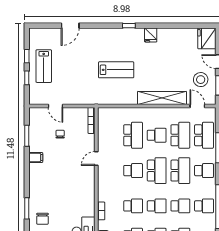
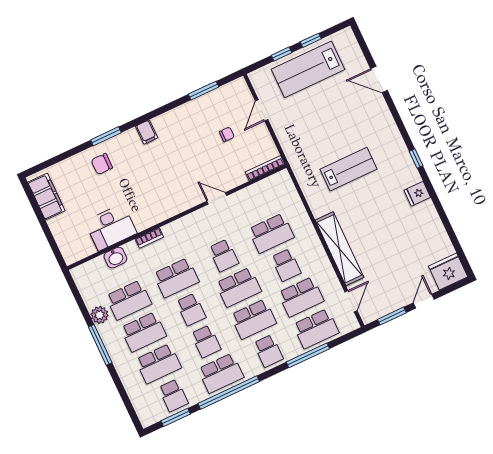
lab bench: (44, 66) -> (308, 69), width x1.36, depth x1.39
lab bench: (116, 70) -> (349, 169), turned -90
stool: (201, 80) -> (389, 289), removed
filing cabinet: (36, 157) -> (147, 132), moved
school desk: (133, 206) -> (176, 278), width x1.85
school desk: (204, 206) -> (221, 373), width x1.85

